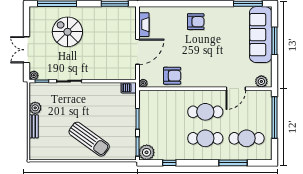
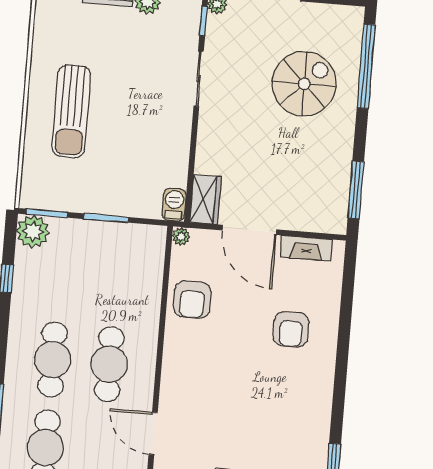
armchair: (196, 22) -> (291, 329), moved
wardrobe: (125, 73) -> (205, 199), added
sun lounger: (89, 139) -> (71, 111), turned -36

